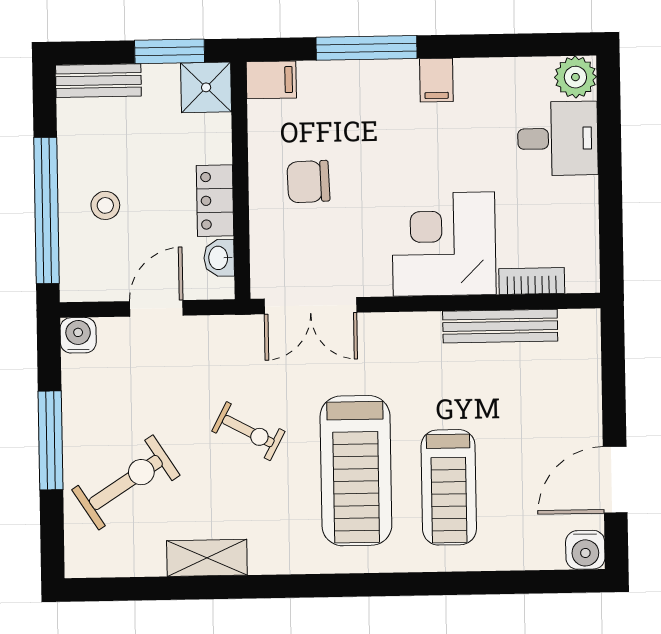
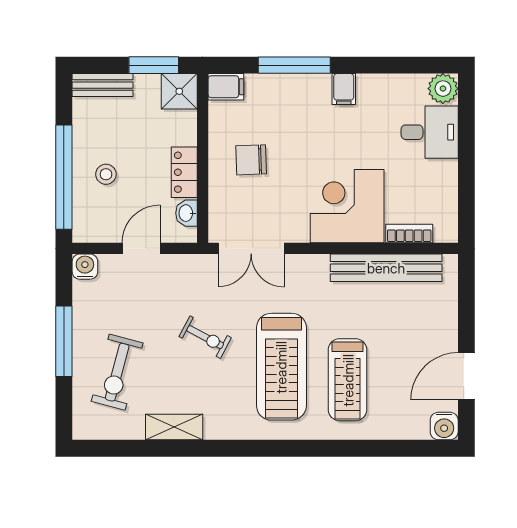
bench: (500, 326) -> (386, 268), width x1.37, depth x1.21
exercise bike: (126, 482) -> (117, 372), turned 138

